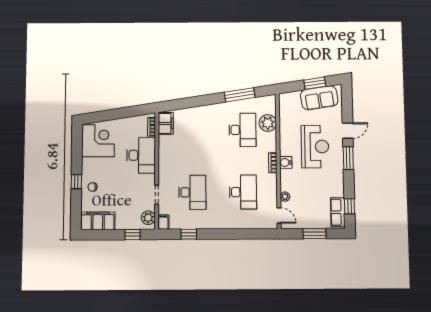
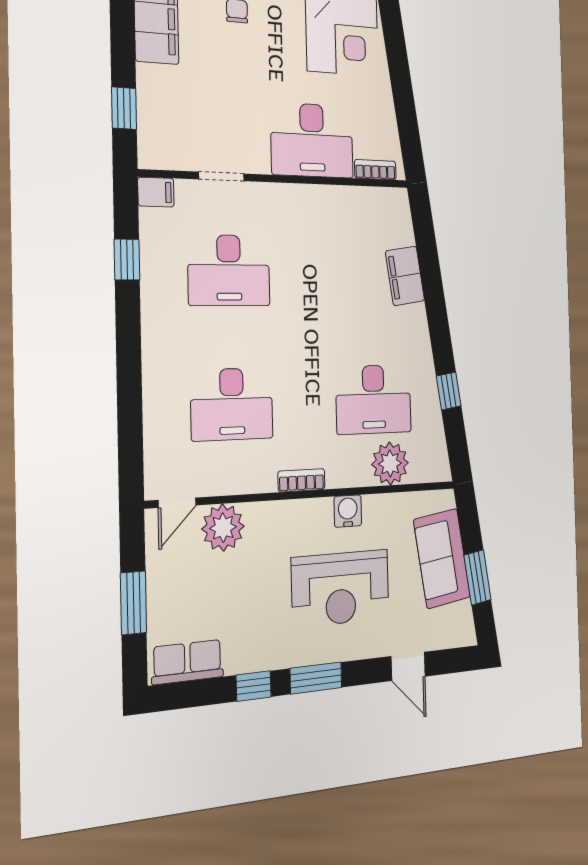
window: (240, 95) -> (449, 391), width x0.46
sofa: (319, 98) -> (442, 558), moved
filing cabinet: (166, 123) -> (405, 276), moved, turned 81
door: (348, 131) -> (408, 666), moved
water cooler: (286, 162) -> (348, 511), moved
plant: (285, 197) -> (223, 528), width x1.87, depth x1.87
window: (349, 206) -> (254, 686), moved
plant: (148, 218) -> (166, 152), removed

